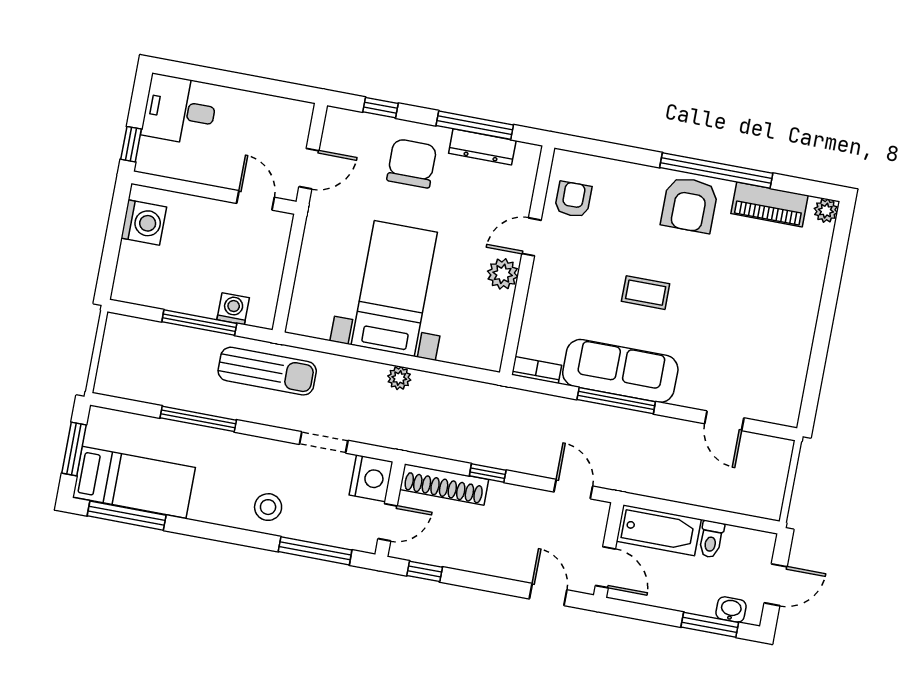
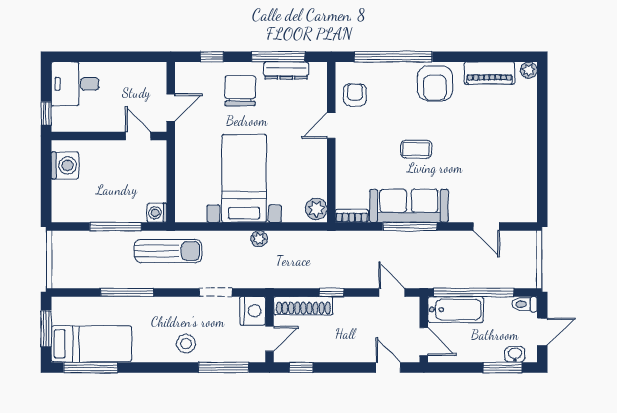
window: (716, 170) -> (393, 57), moved
plant: (503, 274) -> (316, 209), moved
washing machine: (233, 309) -> (157, 213), moved, turned -90
window: (689, 511) -> (474, 292), added
toilet: (711, 539) -> (525, 304), moved, turned 90

